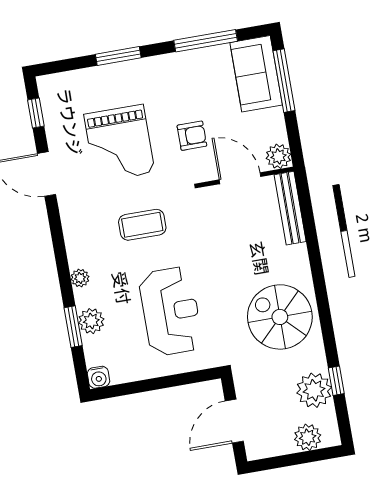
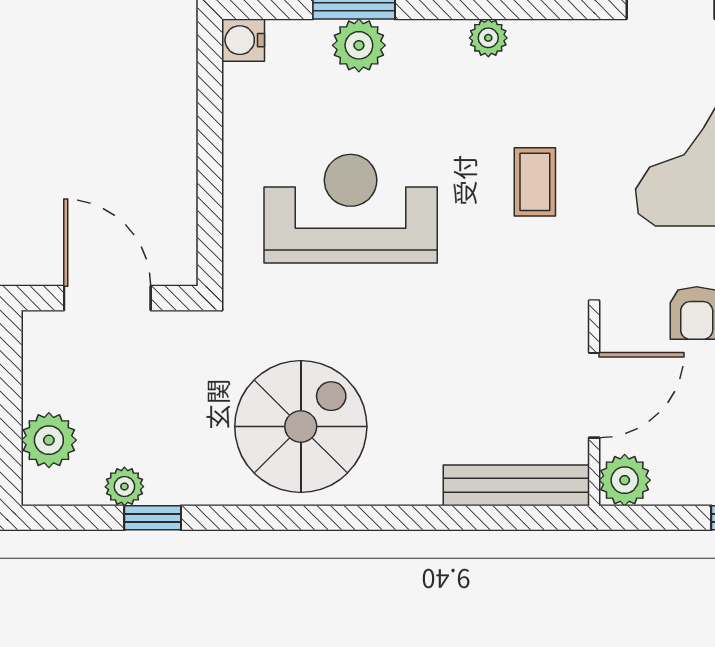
coffee table: (142, 225) -> (535, 182), width x0.73, depth x0.77
plant: (80, 278) -> (488, 38), moved
reception desk: (171, 311) -> (351, 209), turned 180
plant: (314, 390) -> (124, 487), width x0.53, depth x0.53

